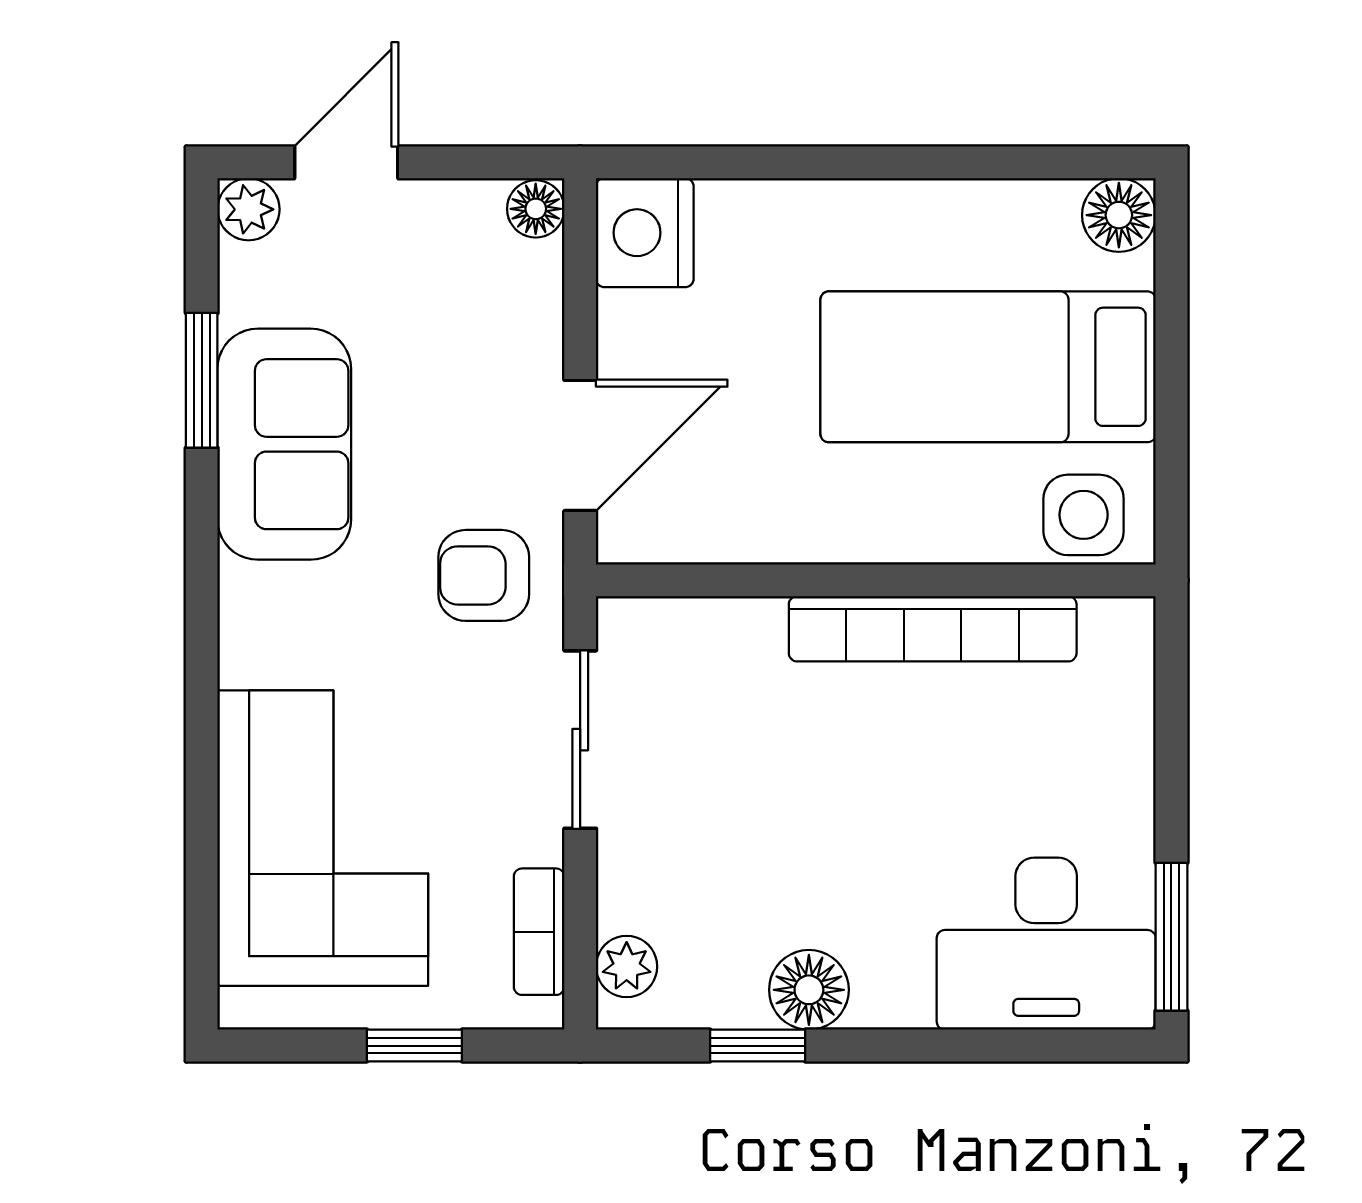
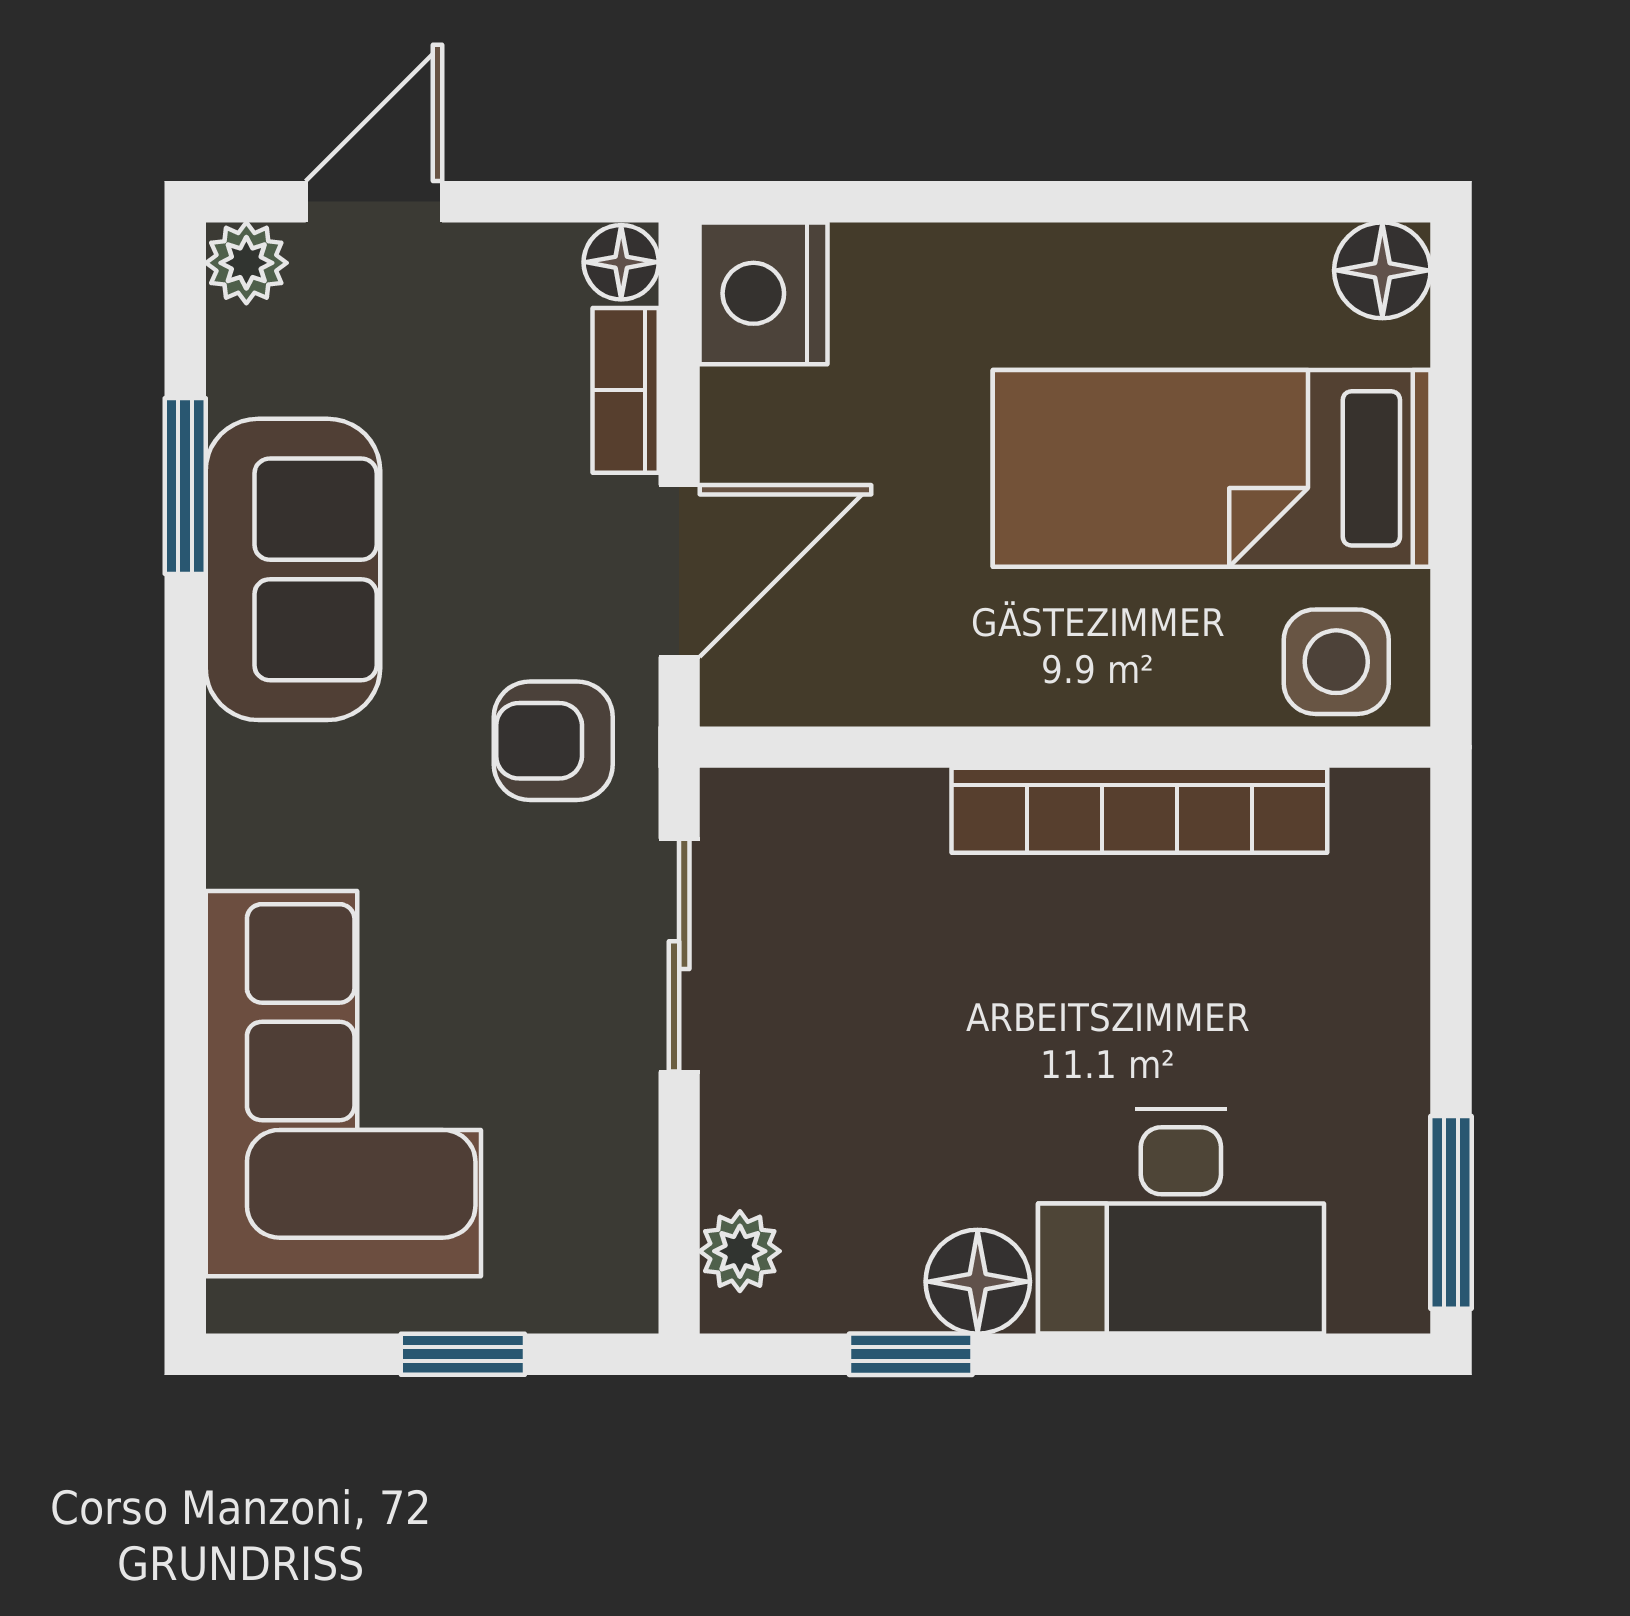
bookcase: (539, 932) -> (626, 390), moved
desk: (1046, 944) -> (1181, 1221), moved

